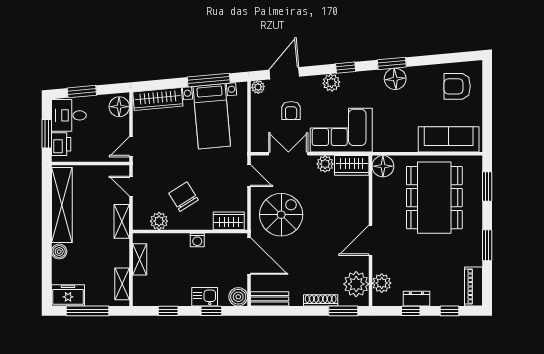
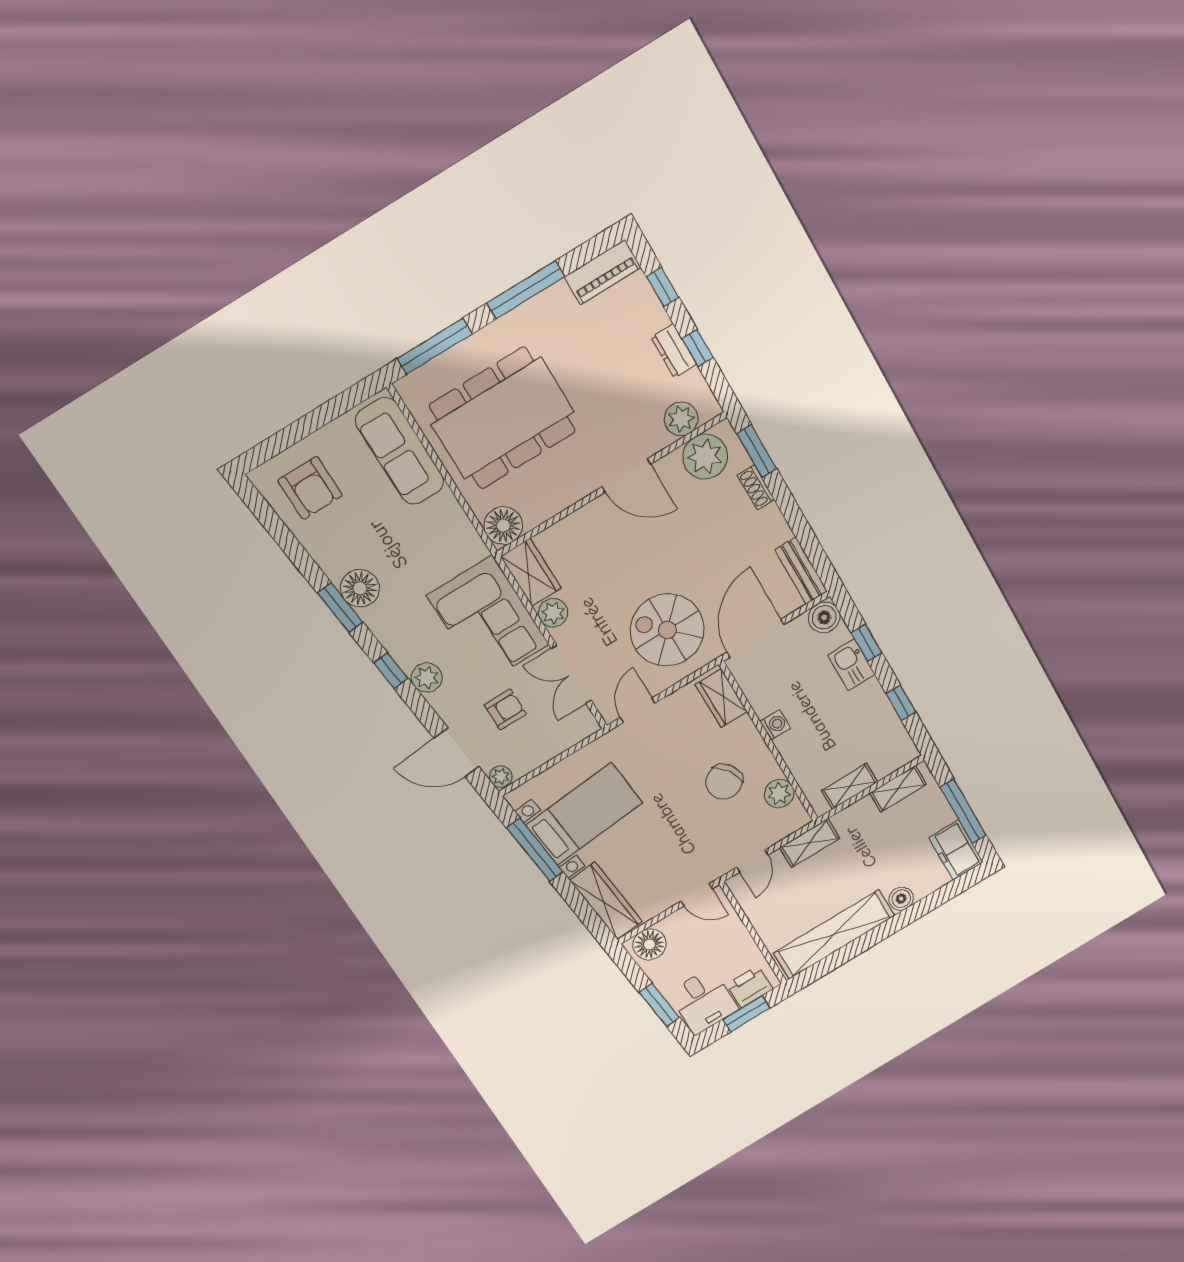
window: (487, 187) -> (435, 346), width x1.44
window: (487, 245) -> (526, 290), width x1.44
shoe rack: (321, 300) -> (756, 487), width x0.70

